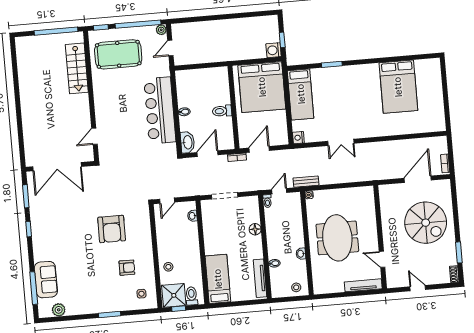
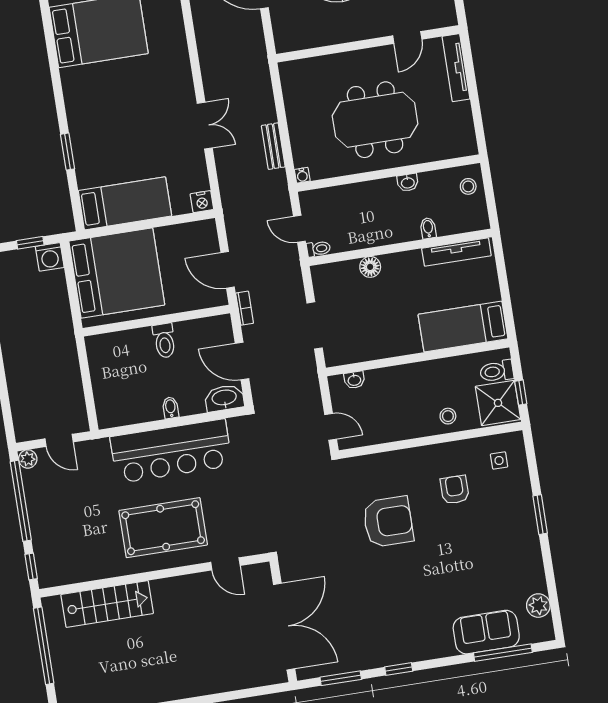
pool table: (118, 54) -> (163, 528), moved, turned 90
bench: (306, 182) -> (273, 146), moved

